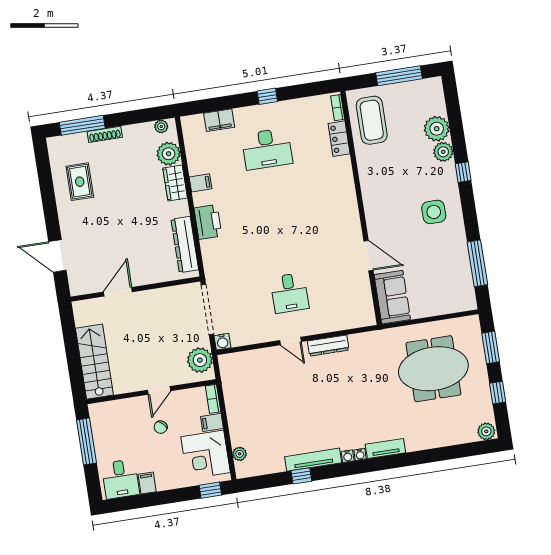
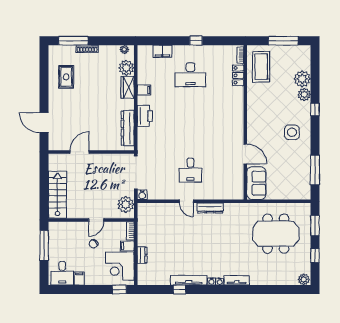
dresser: (237, 433) -> (142, 255), added
plant: (240, 454) -> (142, 269), removed

